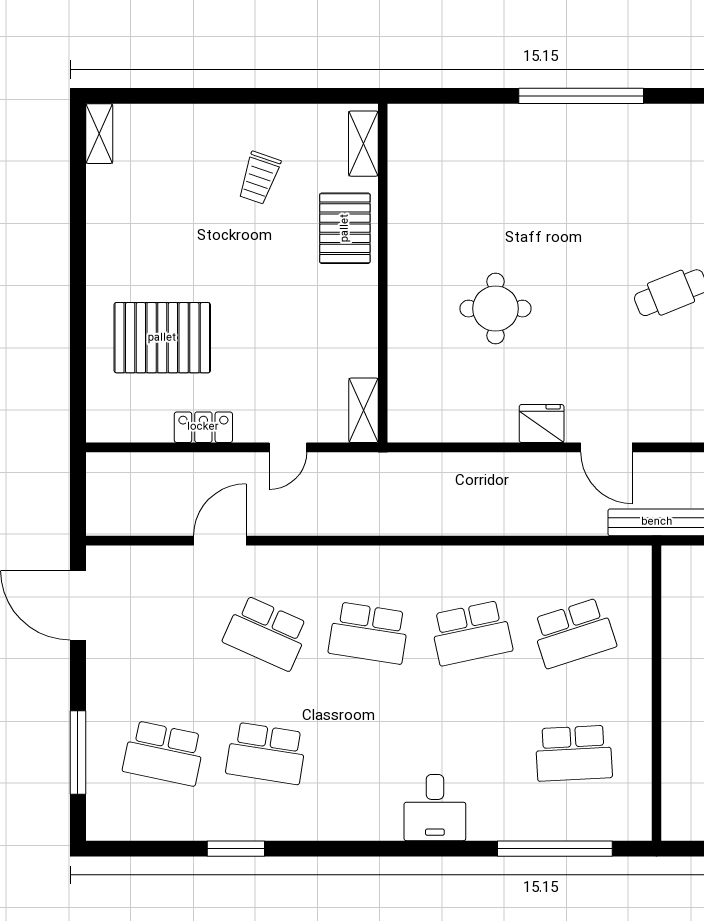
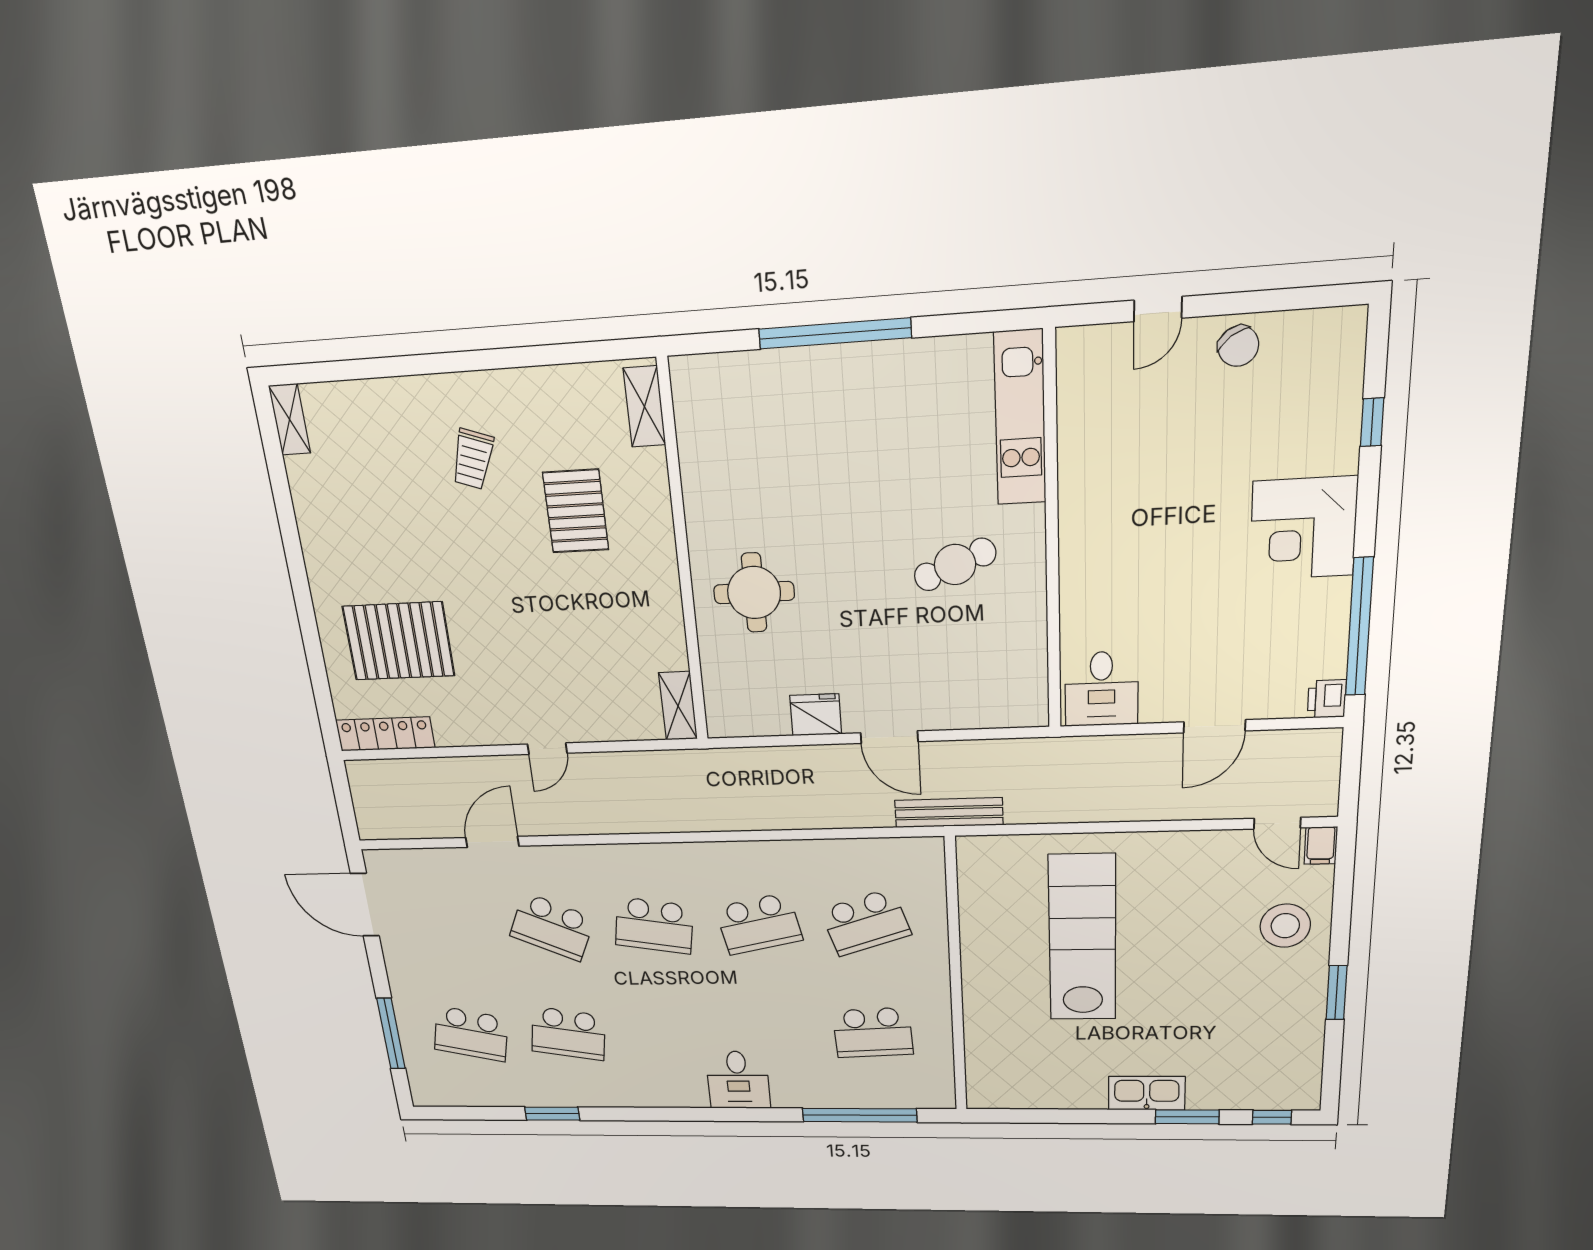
shelving: (363, 144) -> (644, 407), moved
wall: (383, 273) -> (683, 556), moved
shelving: (364, 410) -> (678, 706), moved
locker: (203, 427) -> (385, 734), moved, width x1.53

